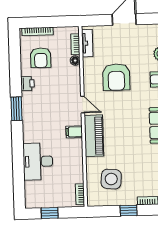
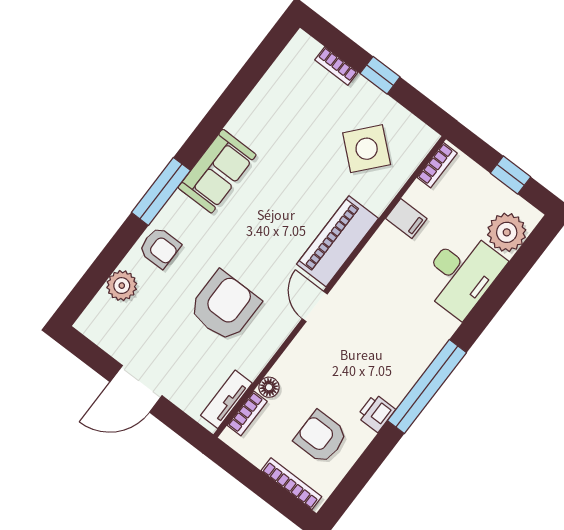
armchair: (41, 58) -> (321, 437), turned -90
window: (17, 109) -> (427, 387), width x2.11
filing cabinet: (74, 132) -> (406, 218), moved
side table: (111, 179) -> (367, 149), turned 36
plant: (34, 190) -> (507, 232), added

